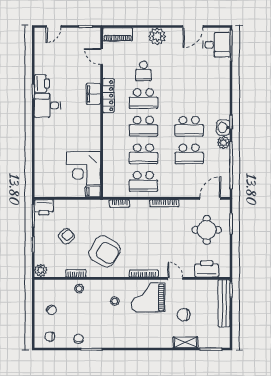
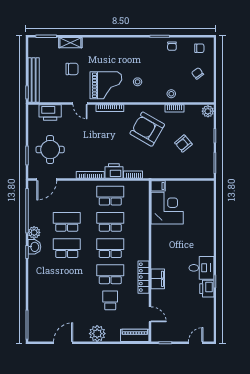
desk: (216, 45) -> (41, 325), removed
printer: (44, 207) -> (114, 171), moved

